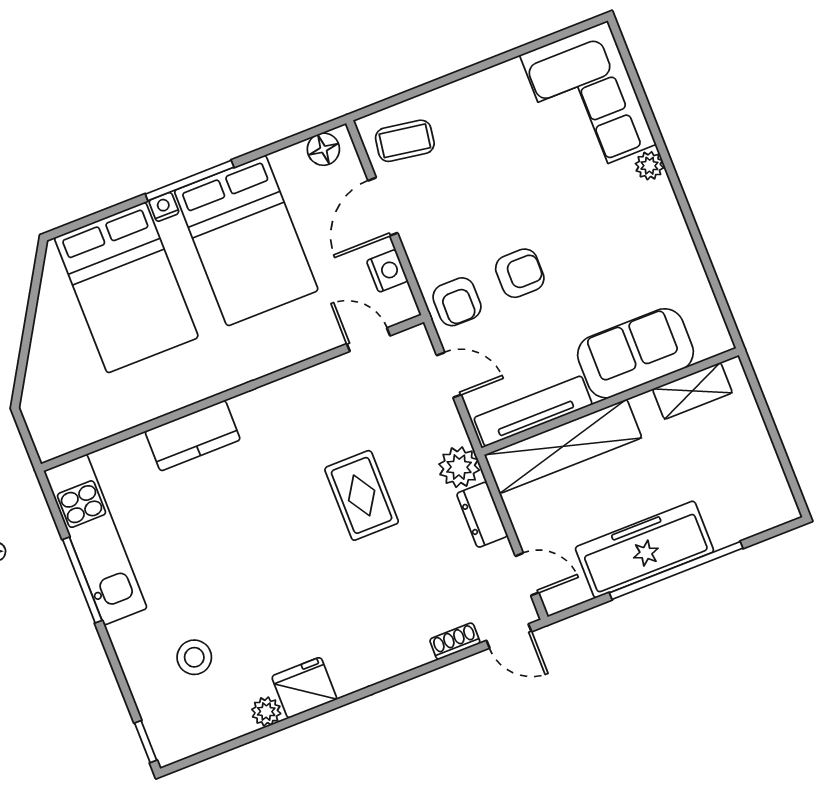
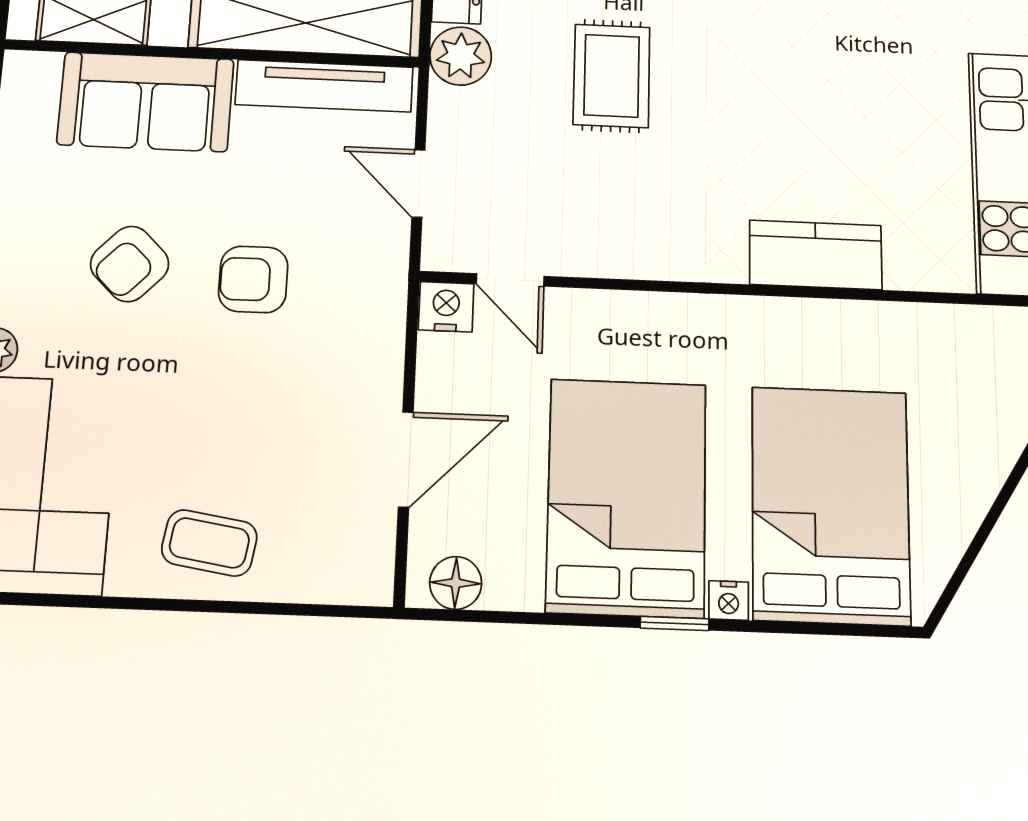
coffee table: (405, 141) -> (209, 543), moved
window: (190, 181) -> (675, 623), width x0.46
nightstand: (387, 271) -> (446, 307), moved, turned 90
armchair: (457, 302) -> (130, 264), moved, turned -136

